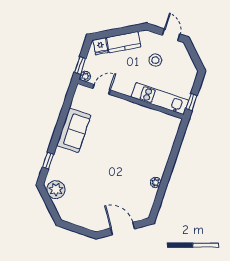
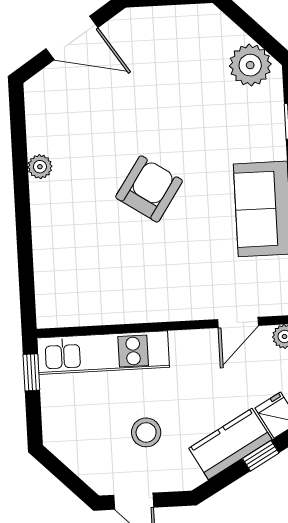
window: (114, 33) -> (261, 456), added
armchair: (116, 156) -> (149, 189), added

